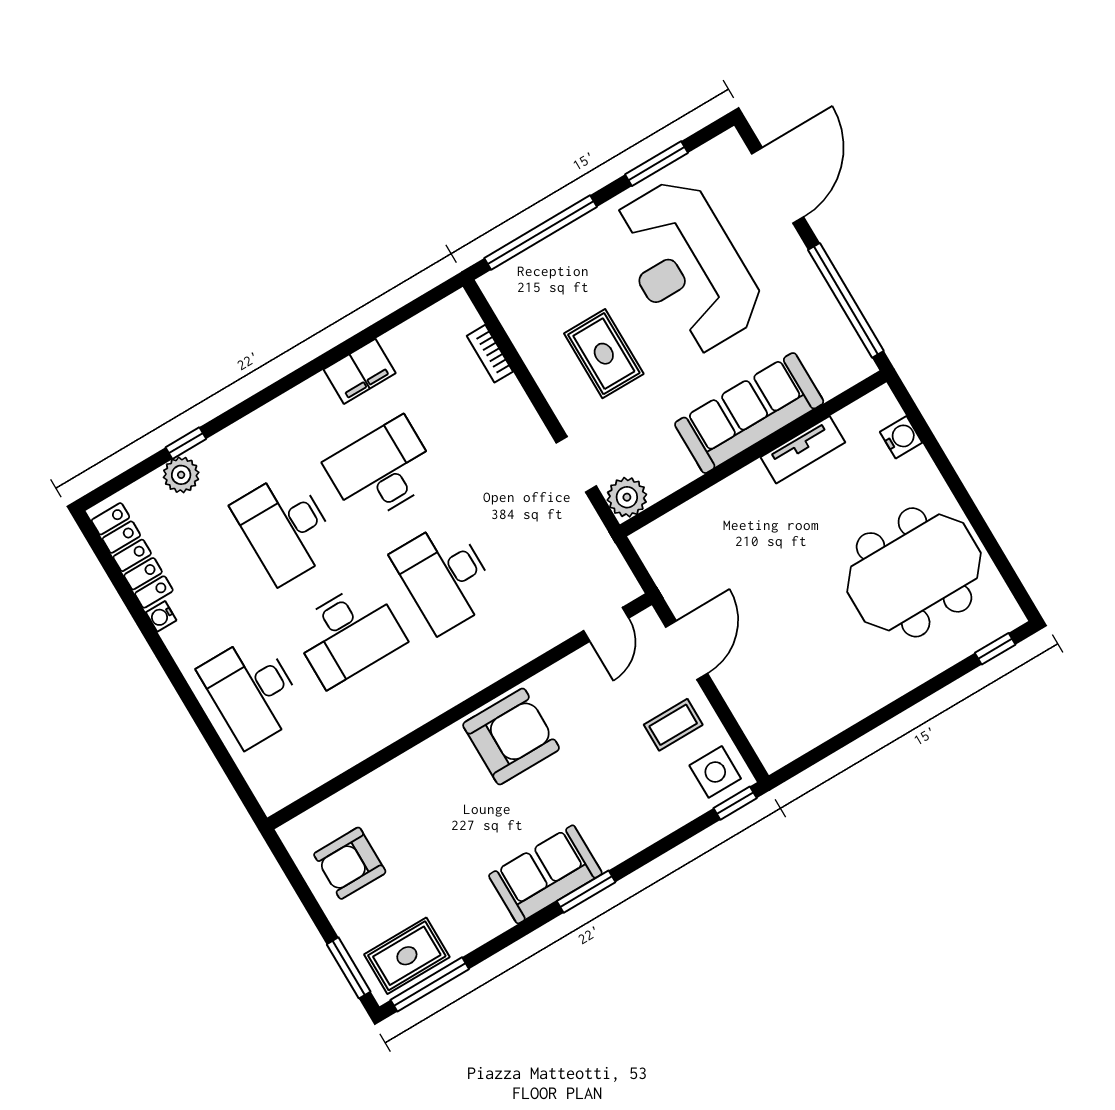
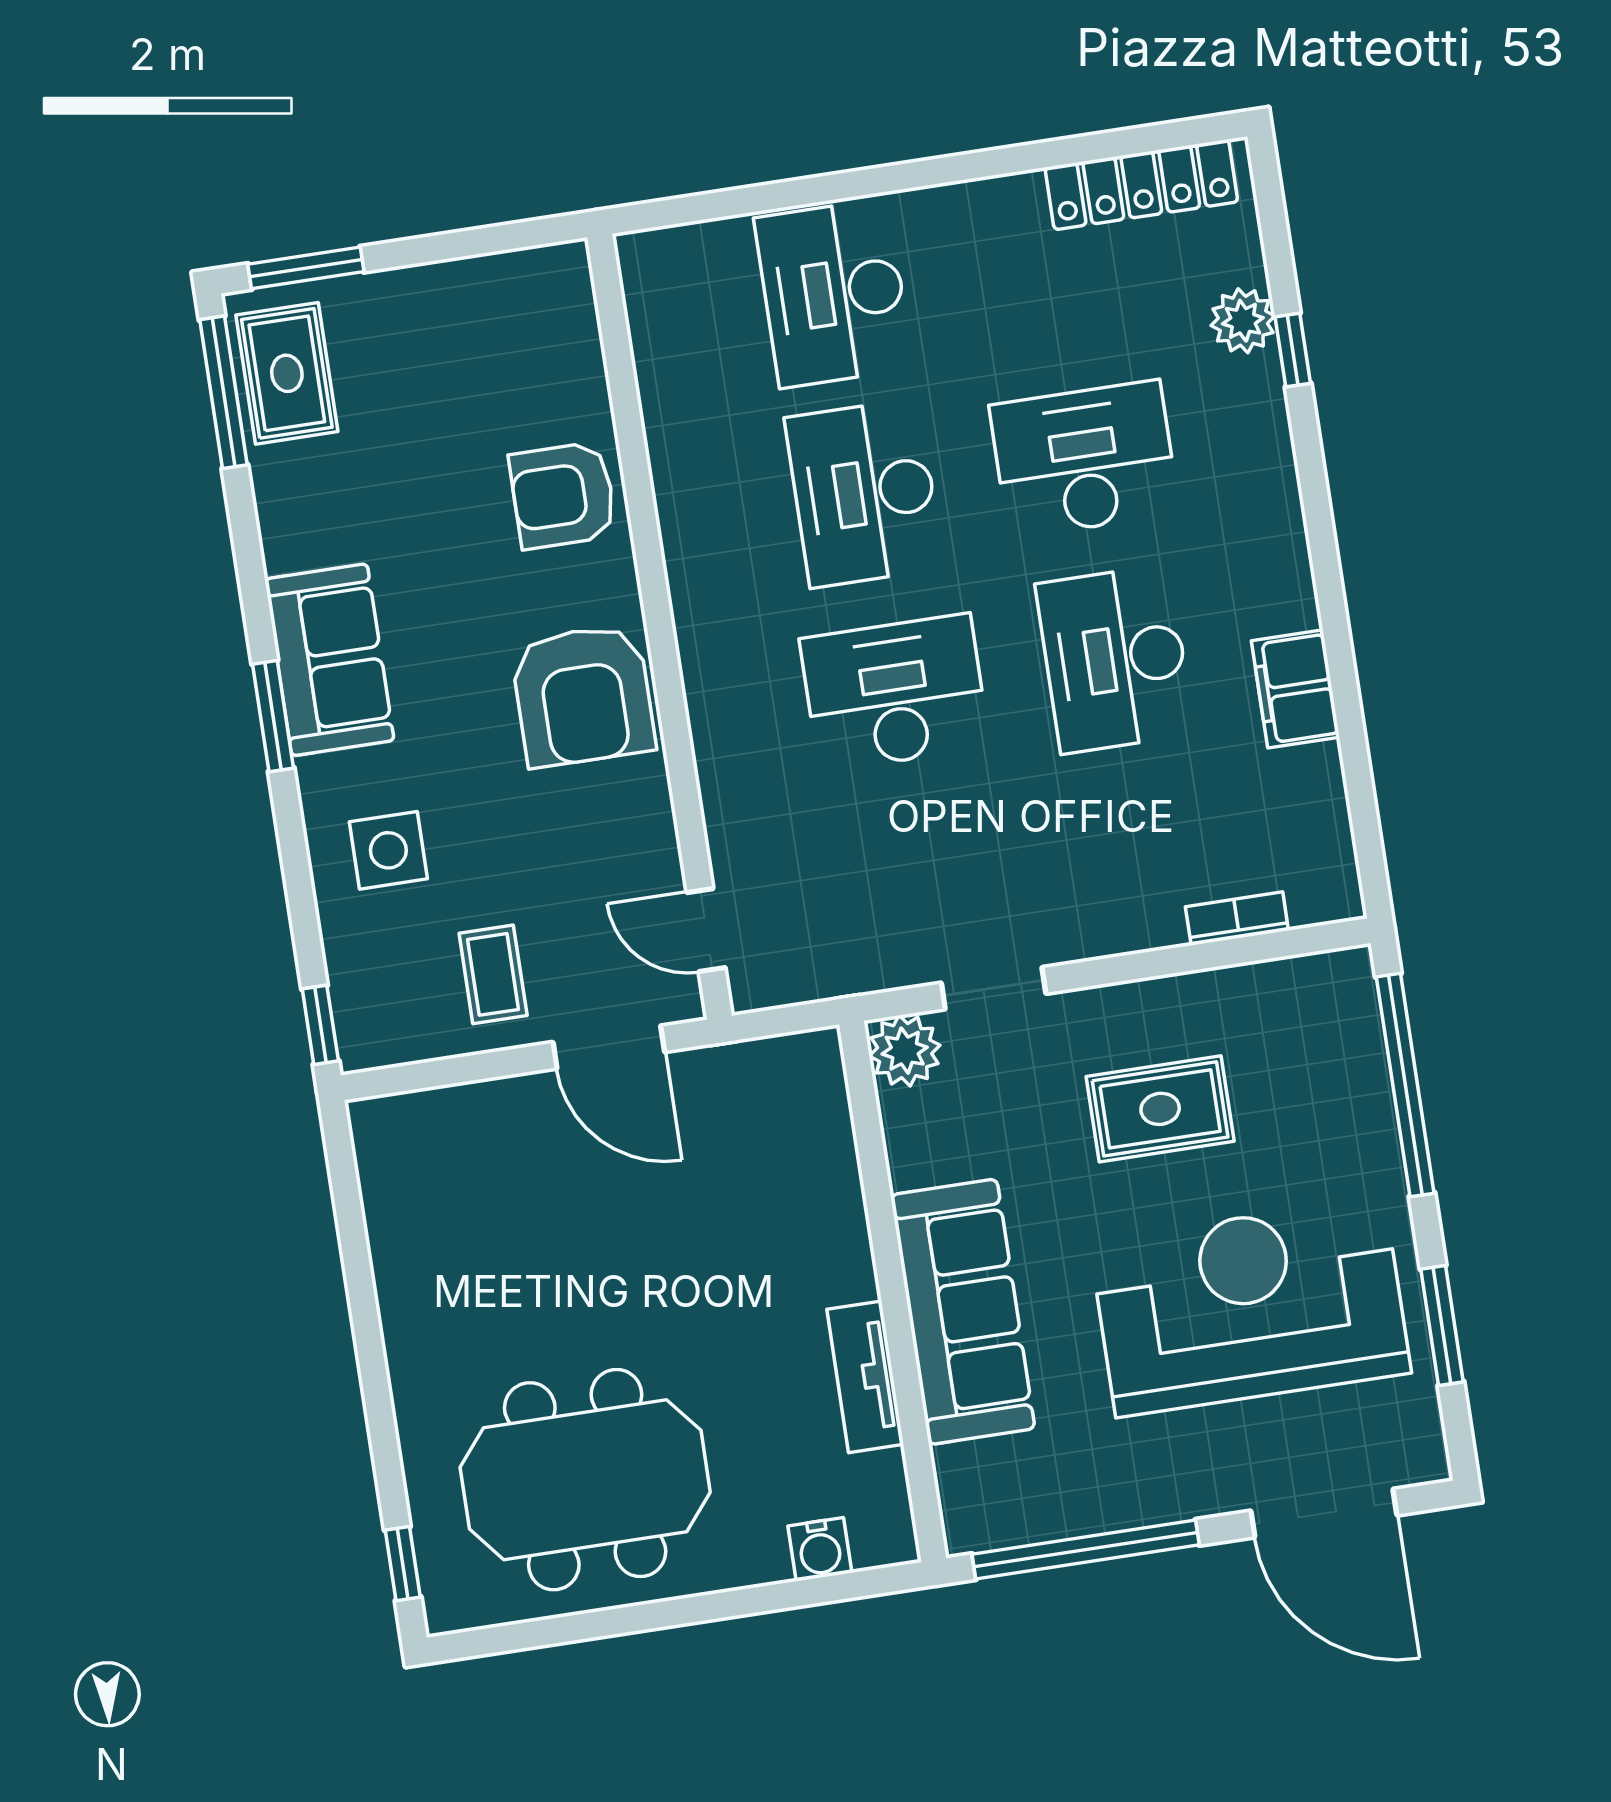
desk: (382, 470) -> (1115, 659), turned 180
meeting table: (914, 572) -> (585, 1480), turned 90
water cooler: (161, 616) -> (1020, 192), removed
desk: (252, 691) -> (834, 293), turned -90
side table: (715, 772) -> (388, 850), moved
armchair: (350, 863) -> (563, 495), moved, turned -90

